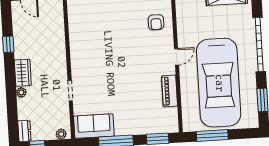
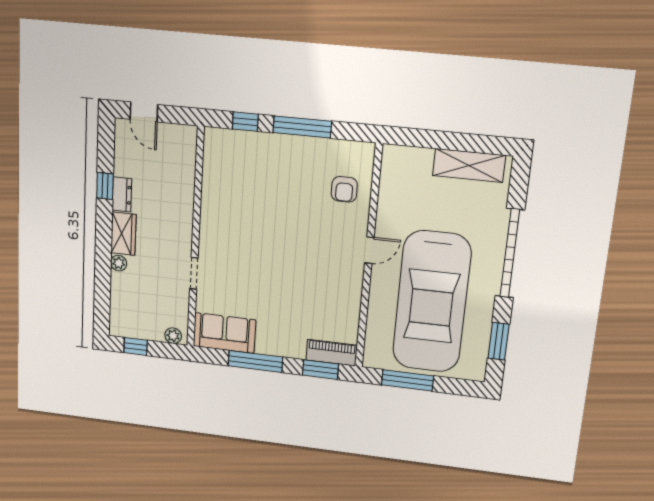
piano: (170, 91) -> (332, 353), moved, turned 90
dresser: (24, 131) -> (122, 194), moved

